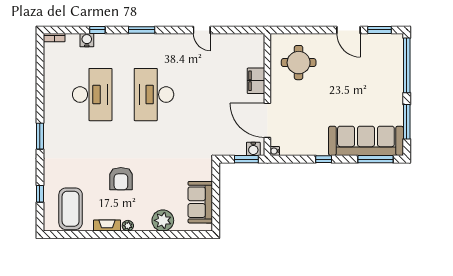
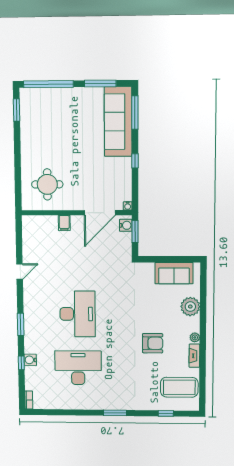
door: (349, 30) -> (17, 139), removed
water cooler: (87, 40) -> (30, 360), moved
filing cabinet: (256, 81) -> (64, 223), width x0.50
desk: (154, 95) -> (78, 314), turned -90

